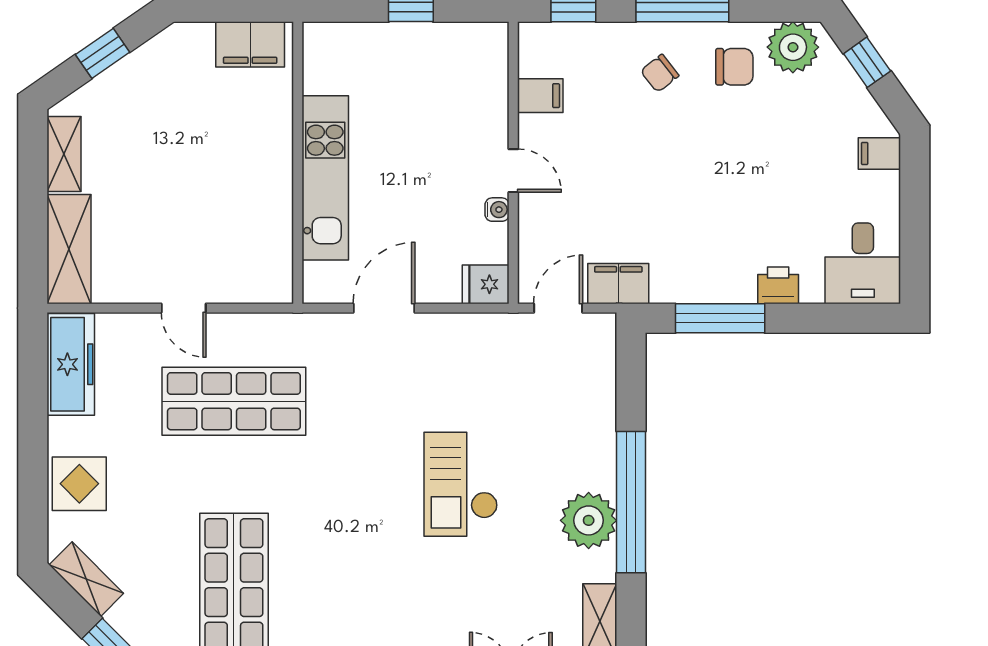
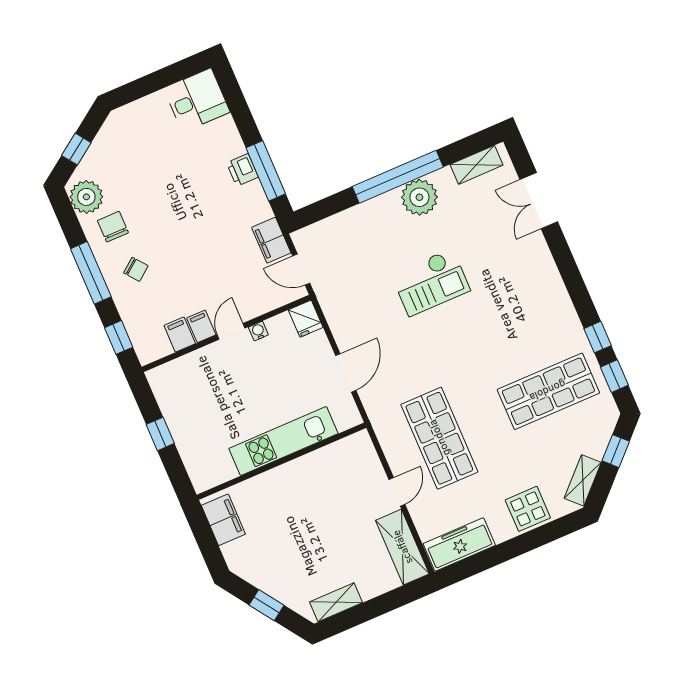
filing cabinet: (879, 153) -> (201, 326), moved, turned 180
shelving: (69, 249) -> (402, 547), moved, turned 90
printer: (778, 285) -> (242, 170), moved
door: (384, 308) -> (346, 373), swing flipped

